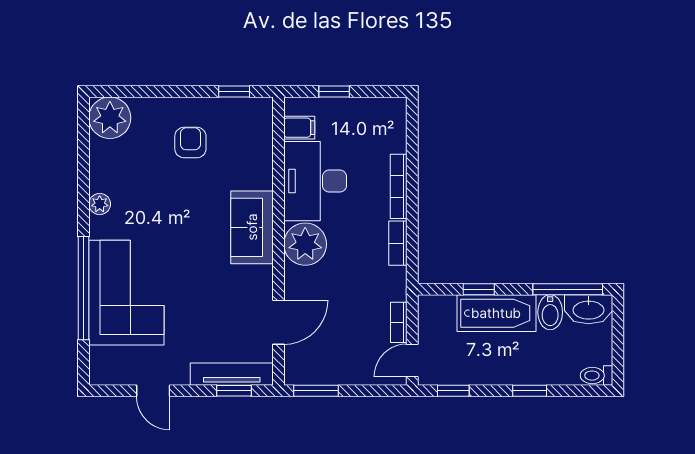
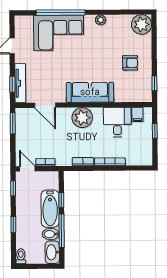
desk: (315, 181) -> (117, 122), width x0.73
sofa: (252, 227) -> (90, 92), width x1.36
window: (568, 289) -> (62, 231), moved

